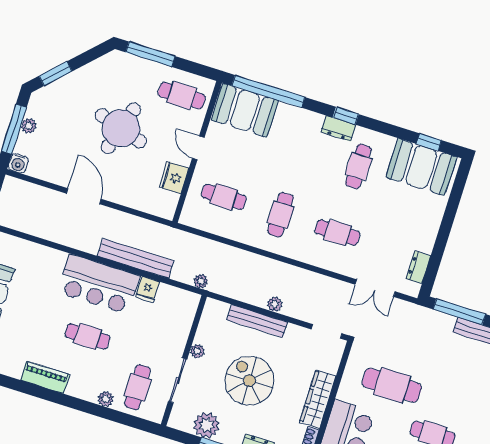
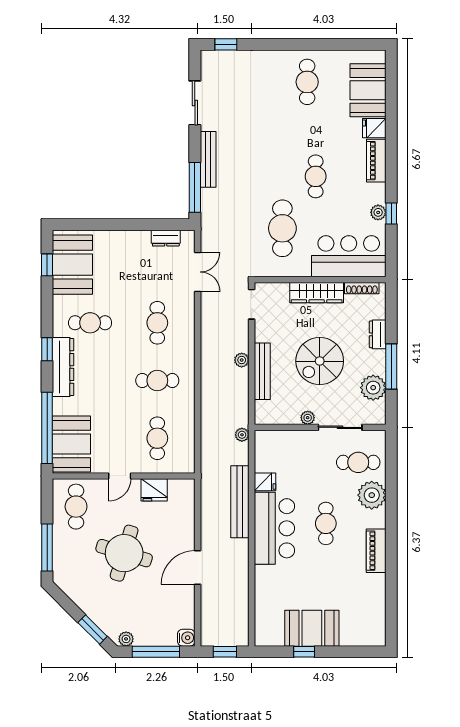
plant: (29, 126) -> (126, 639), moved
dresser: (338, 129) -> (63, 367), width x1.96, depth x1.24
plant: (106, 399) -> (372, 495), width x1.87, depth x1.87

